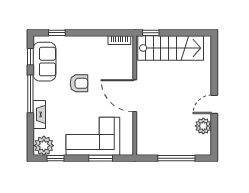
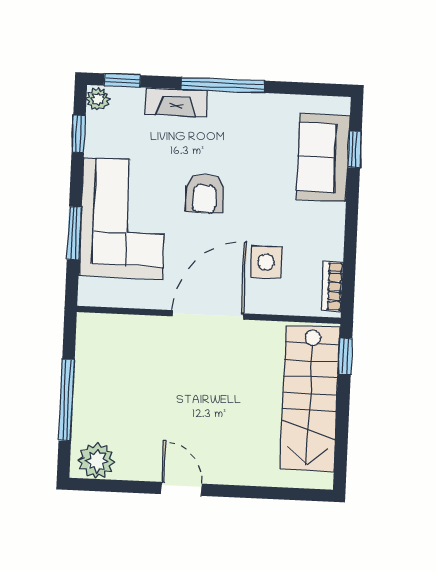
window: (30, 57) -> (122, 80), moved
sofa: (44, 62) -> (323, 158), moved, turned 90
side table: (110, 71) -> (266, 262), added
armchair: (79, 83) -> (205, 193), moved
plant: (203, 126) -> (97, 461), moved
plant: (44, 146) -> (98, 99), width x0.53, depth x0.53

